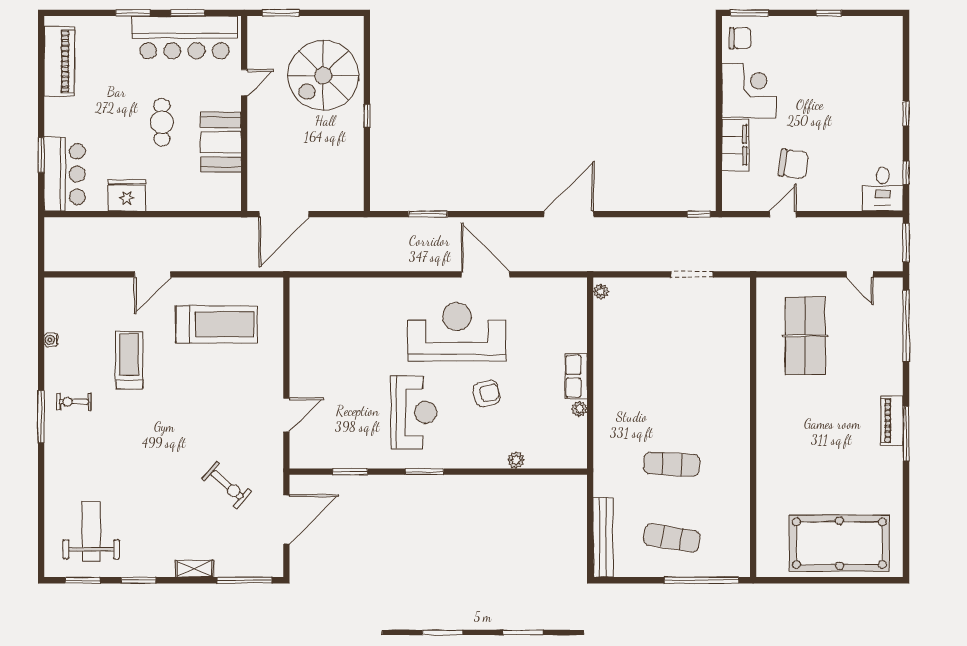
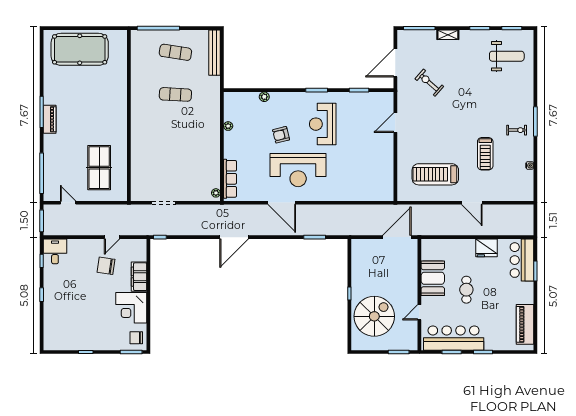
door: (153, 274) -> (472, 203), swing flipped
row of seats: (576, 376) -> (230, 179), moved, width x1.48
weight bench: (91, 531) -> (507, 56), turned -90

